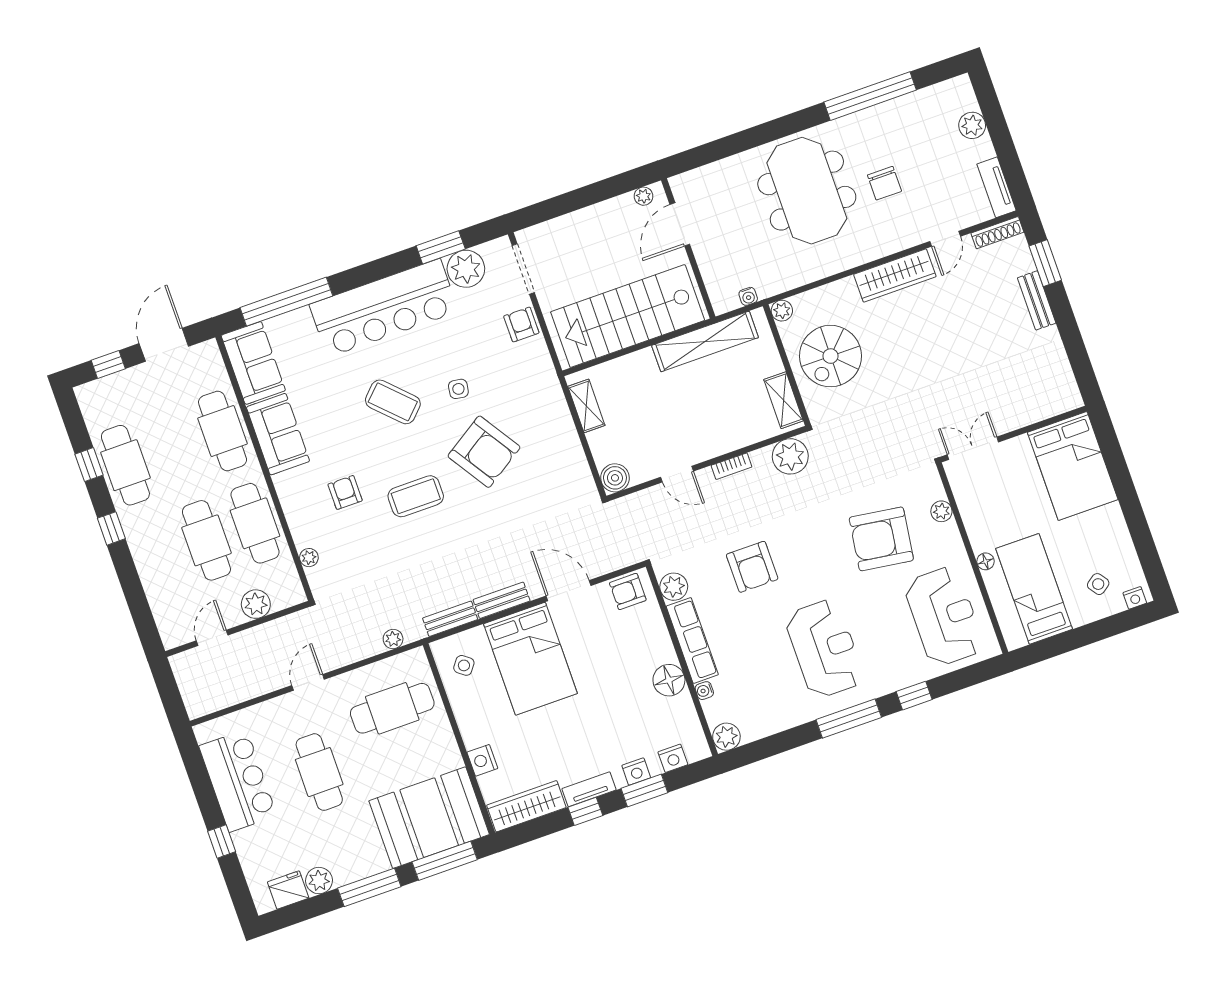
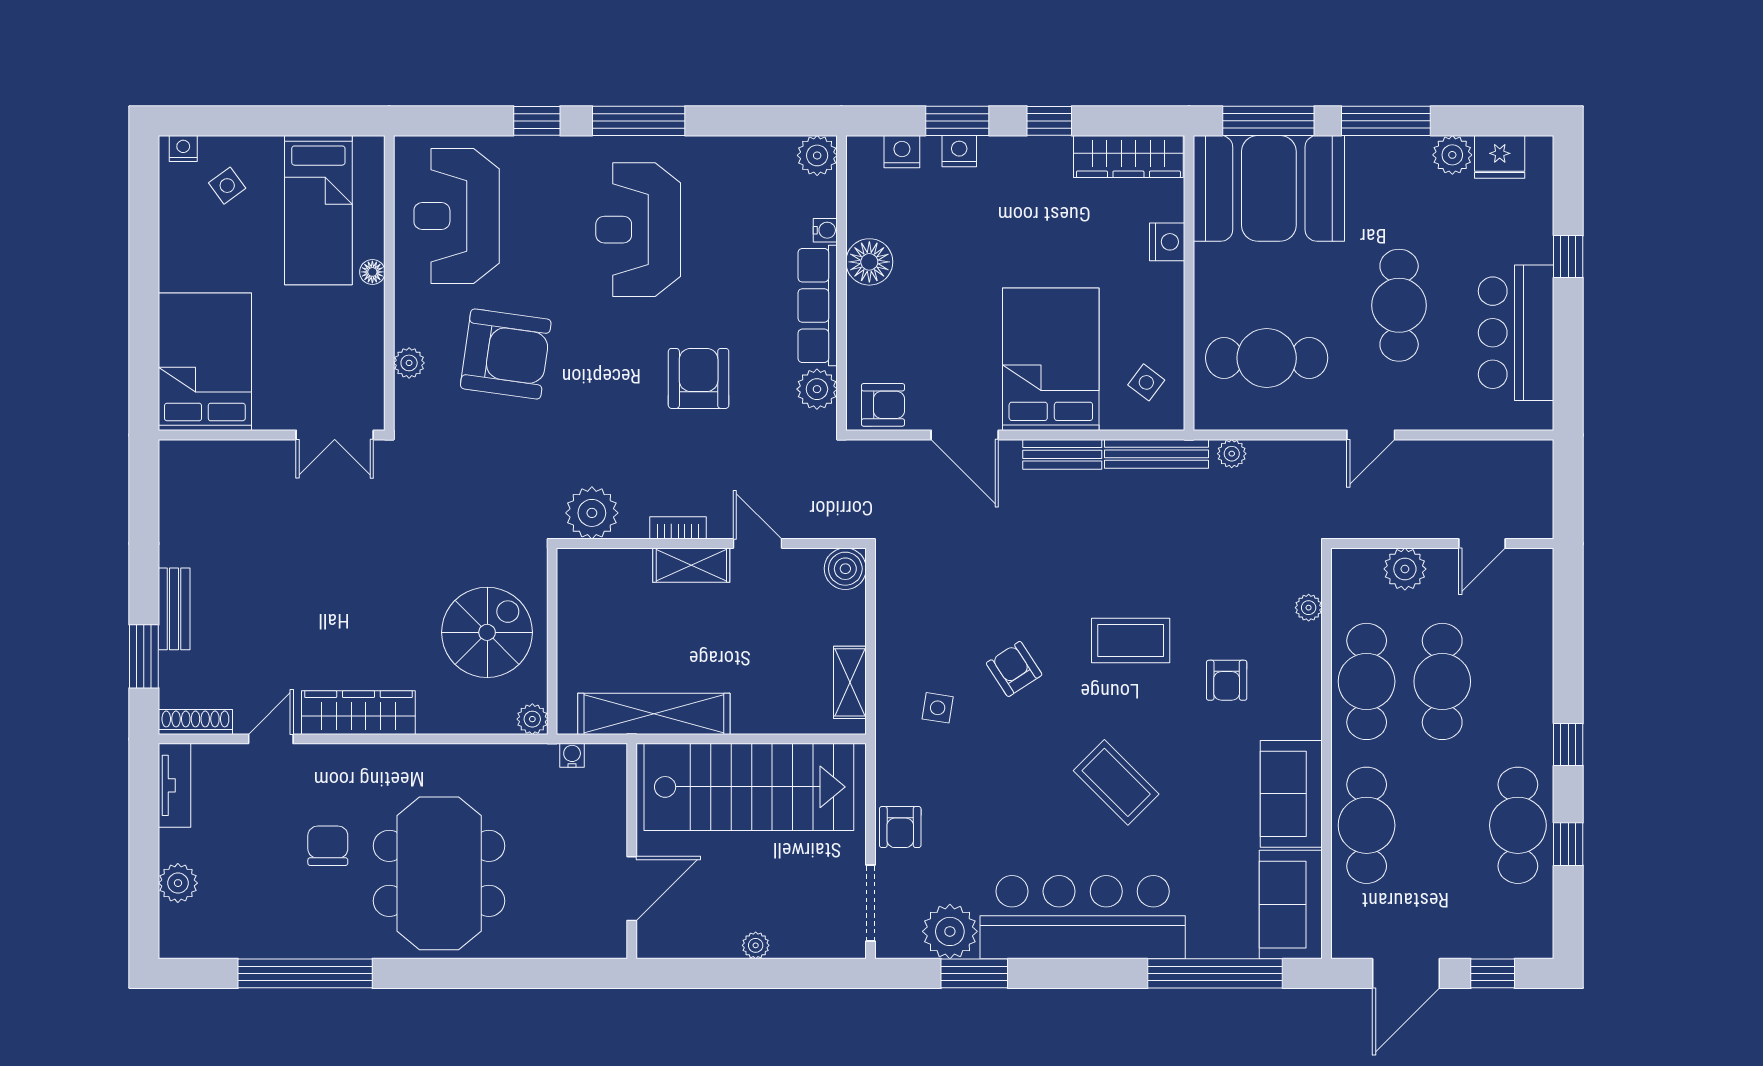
plant: (644, 196) -> (756, 945), moved
side table: (458, 389) -> (938, 708), moved
shelving: (784, 400) -> (691, 565), moved, turned 90
armchair: (484, 452) -> (1014, 669), width x0.53, depth x0.53
bench: (450, 619) -> (1156, 454), width x1.36
tv unit: (589, 789) -> (1033, 150), removed

